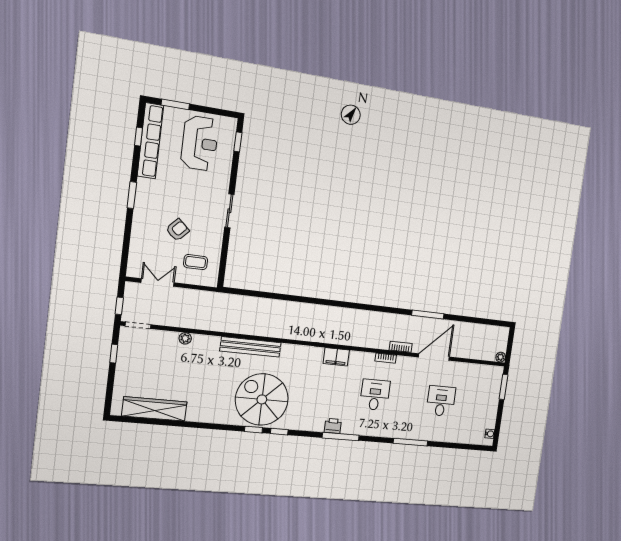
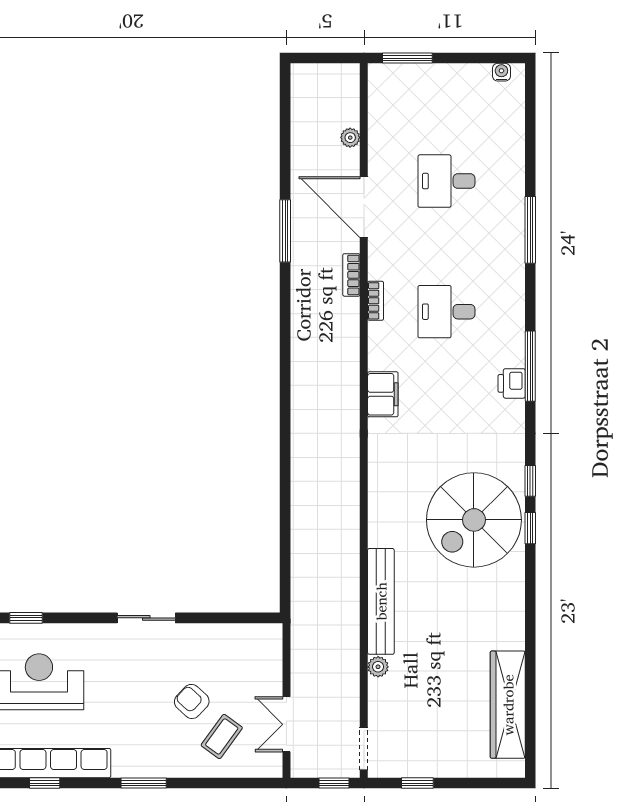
coffee table: (196, 262) -> (222, 736), moved, turned 36
bench: (251, 347) -> (381, 601), moved
plant: (501, 357) -> (350, 138), moved

